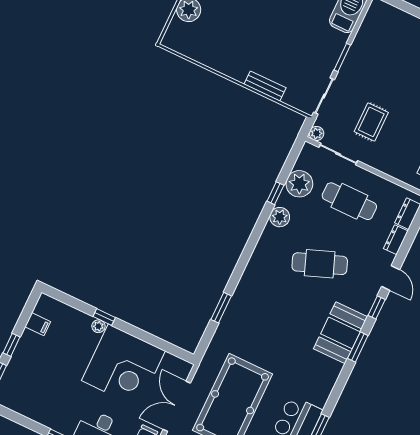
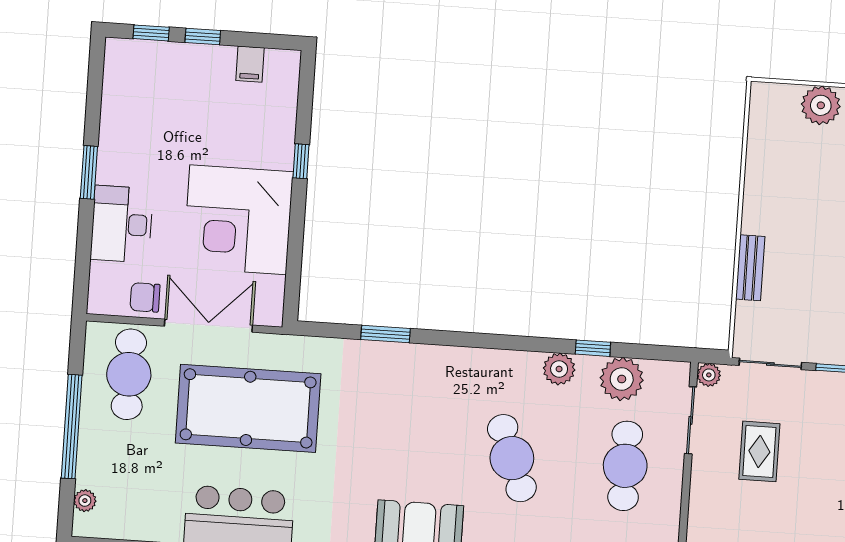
rug: (371, 122) -> (759, 451), turned 90
plant: (98, 326) -> (283, 158), removed

